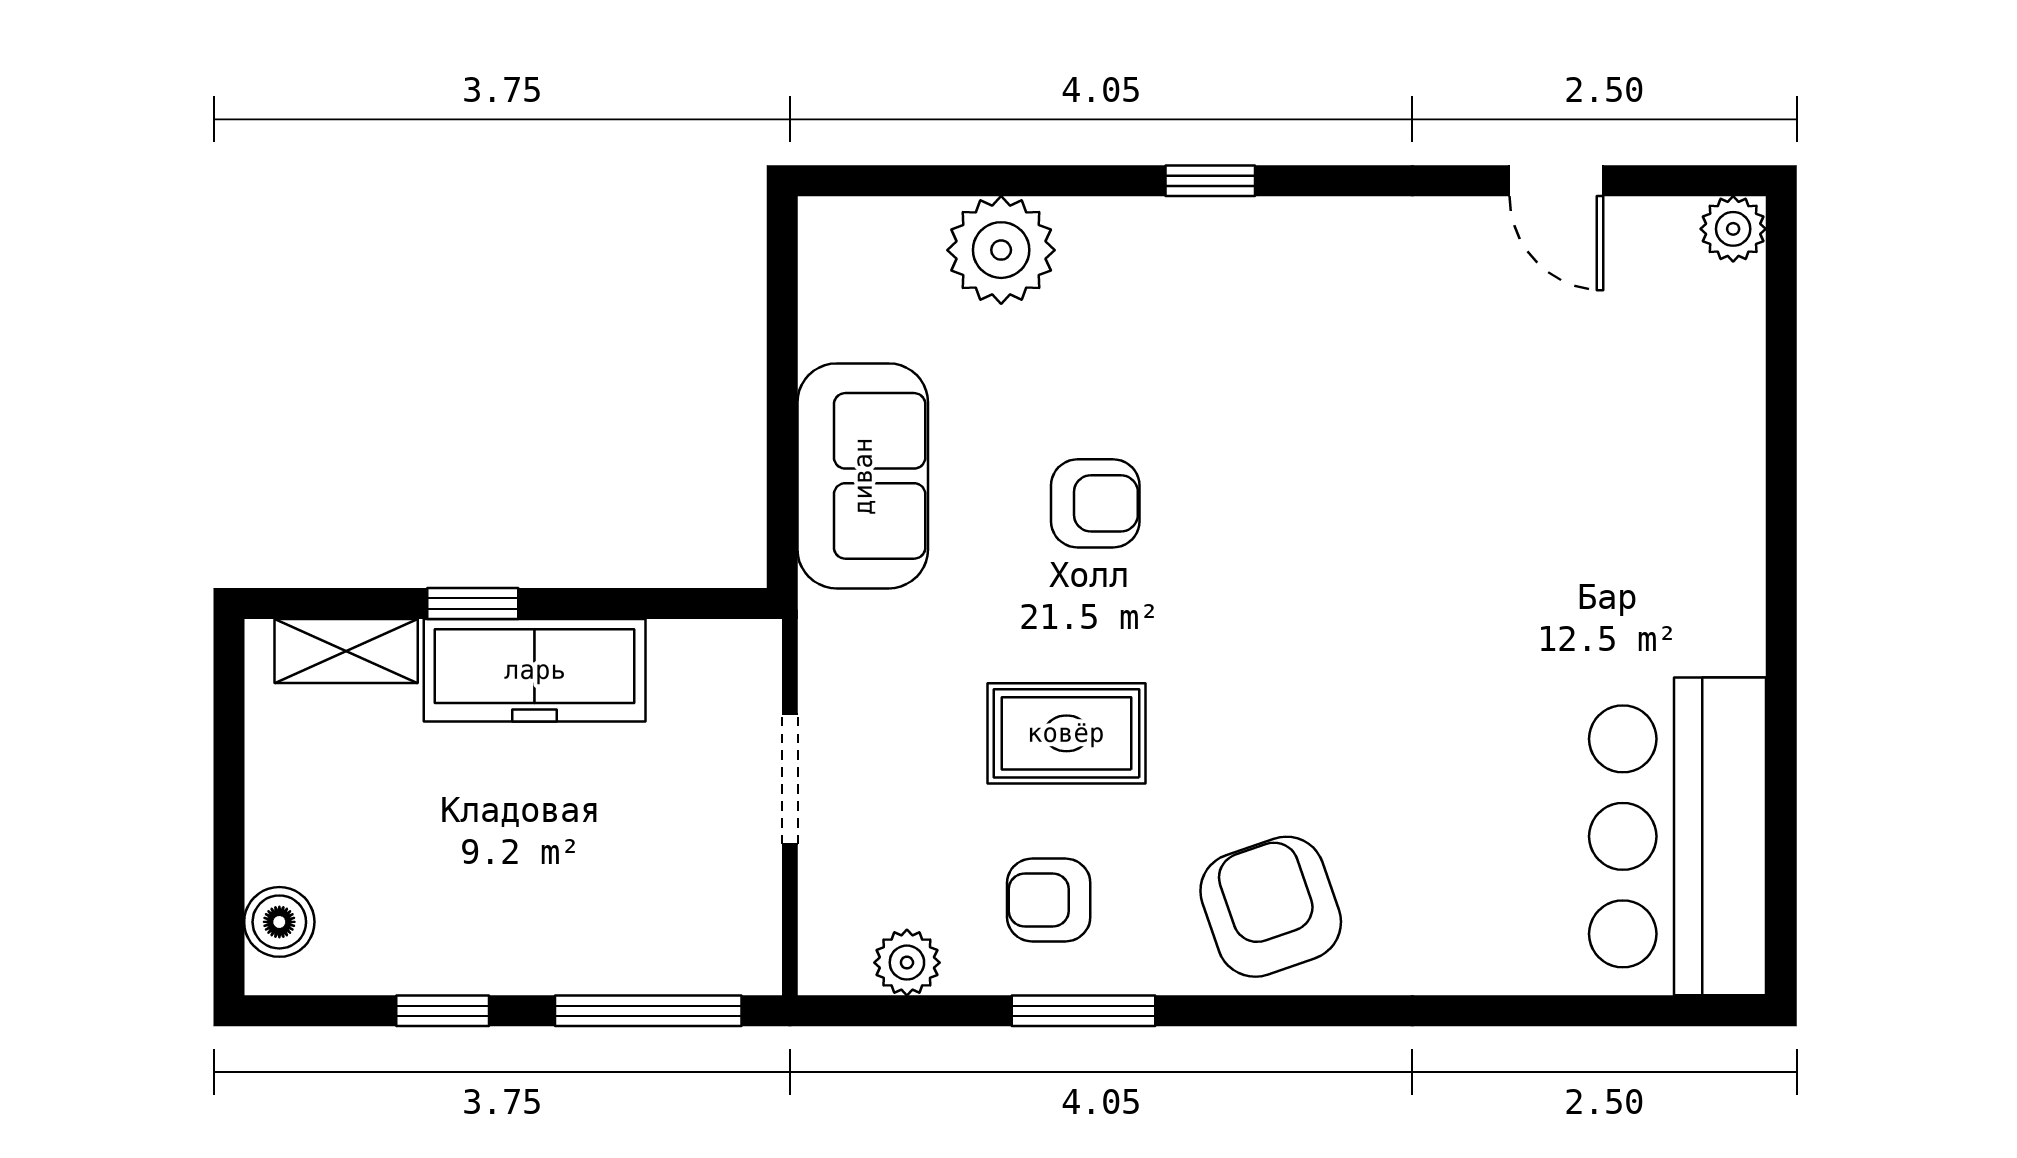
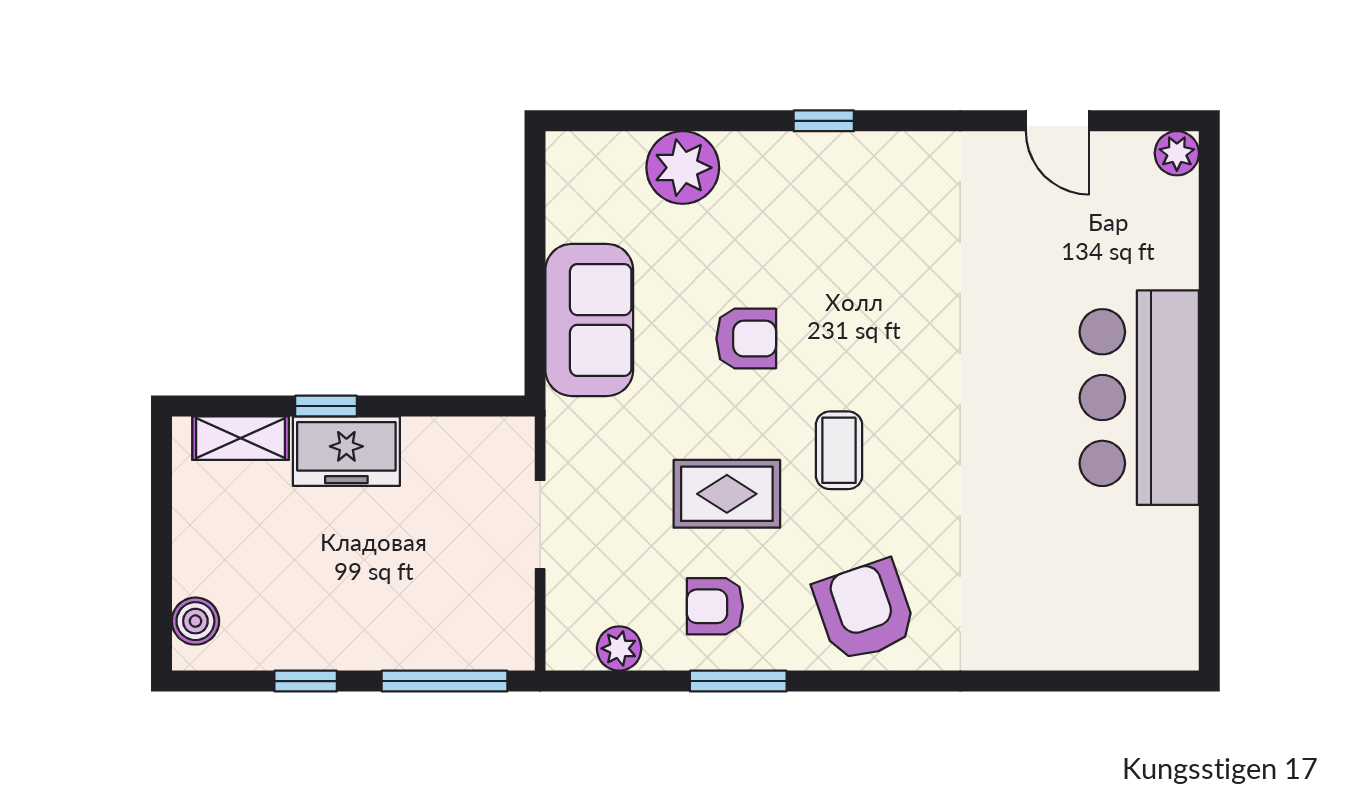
coffee table: (1233, 669) -> (839, 450), added
freezer: (535, 670) -> (346, 451), width x0.71
bar counter: (1678, 836) -> (1139, 398), moved

